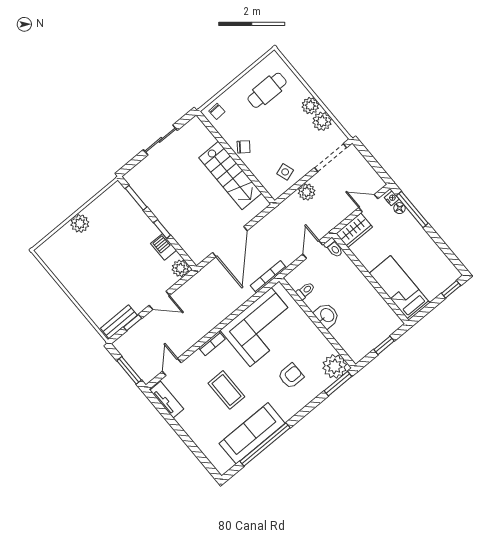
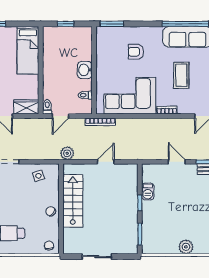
plant: (307, 192) -> (67, 153), moved
door: (230, 242) -> (106, 162), width x0.53
plant: (180, 268) -> (148, 170), removed
plant: (335, 366) -> (105, 36), removed

